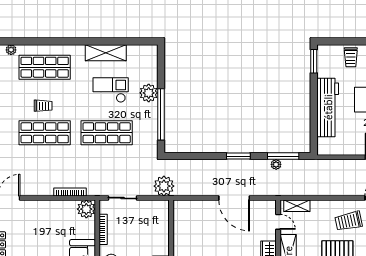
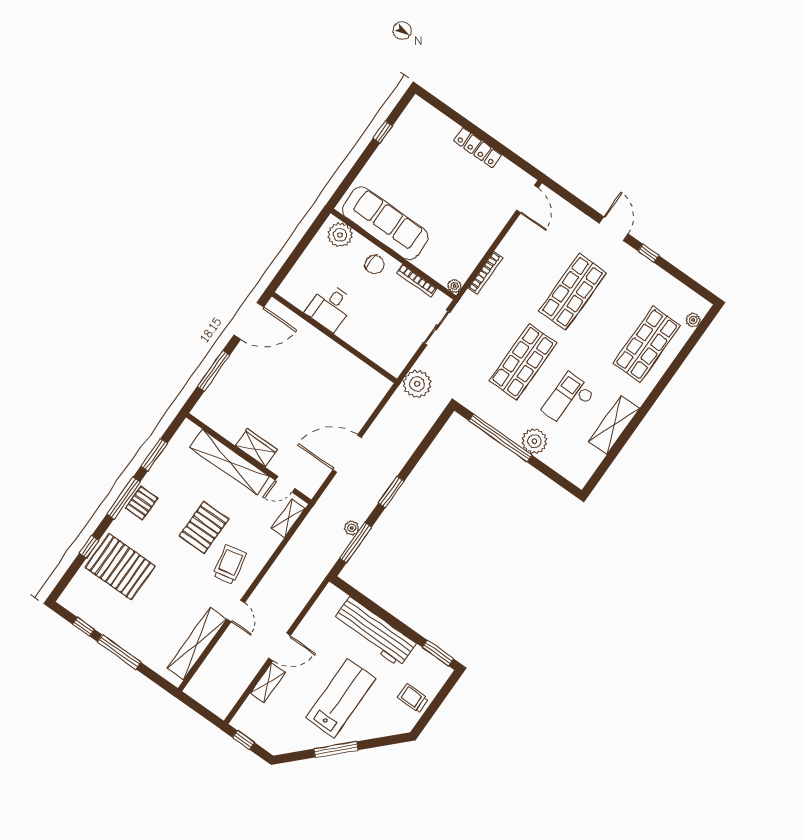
checkout: (111, 90) -> (568, 400), turned 180
trolley: (43, 106) -> (604, 312), removed
plant: (86, 209) -> (454, 286), width x0.53, depth x0.53

